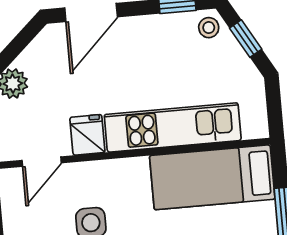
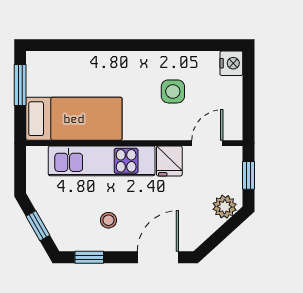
stool: (209, 28) -> (108, 220), moved

